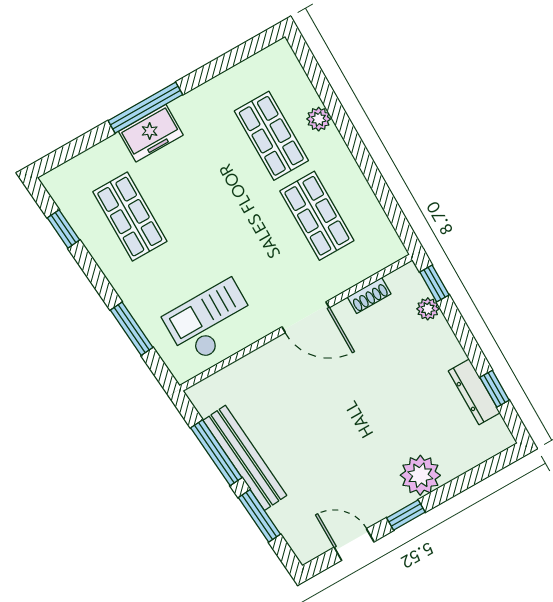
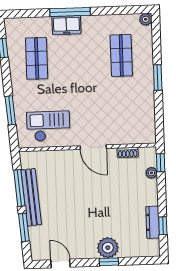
plant: (319, 119) -> (146, 19), moved
window: (353, 141) -> (158, 77), added
shop shelf: (317, 216) -> (123, 103), removed
window: (406, 515) -> (109, 262), moved

